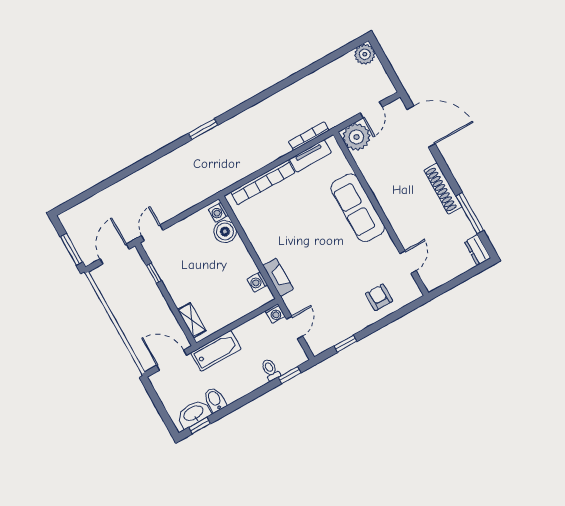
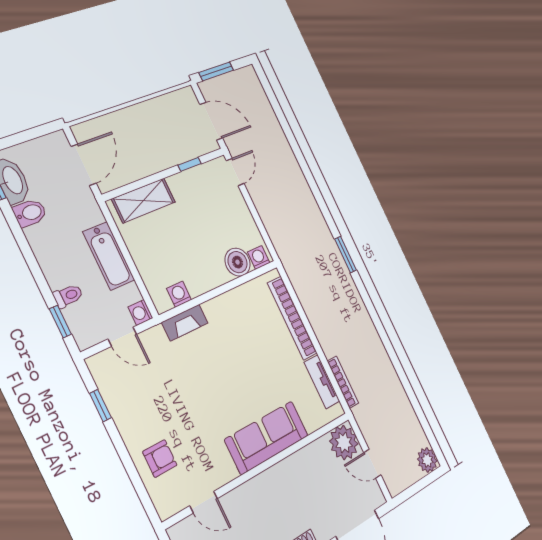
door: (152, 233) -> (235, 172), hinge flipped
shelving: (192, 320) -> (144, 200), width x1.50, depth x1.33
bathtub: (216, 351) -> (109, 256), moved

